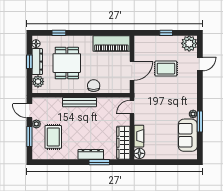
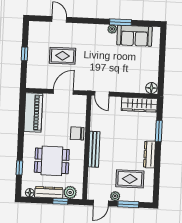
plant: (189, 43) -> (37, 30), removed
window: (29, 62) -> (60, 201), moved
rug: (166, 69) -> (63, 56), turned 90
door: (132, 71) -> (63, 92), hinge flipped
fireplace: (139, 136) -> (133, 88), removed
dresser: (91, 154) -> (150, 154), moved

